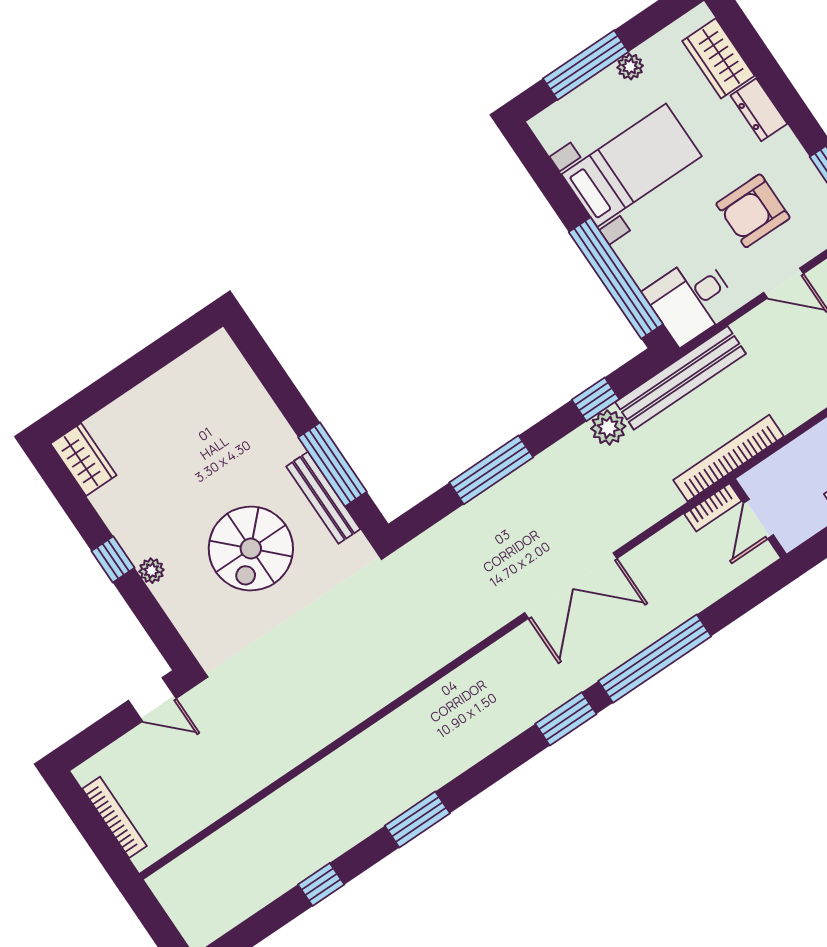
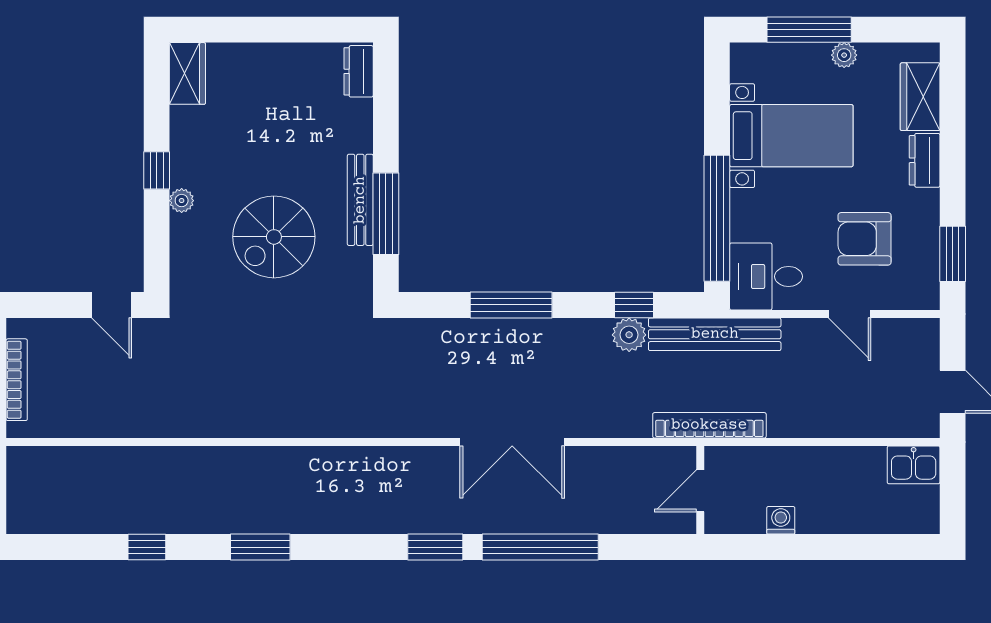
dresser: (227, 359) -> (359, 71), added
bench: (323, 498) -> (360, 200), moved
bookcase: (713, 507) -> (670, 457), removed

